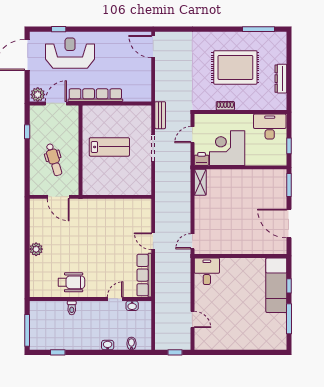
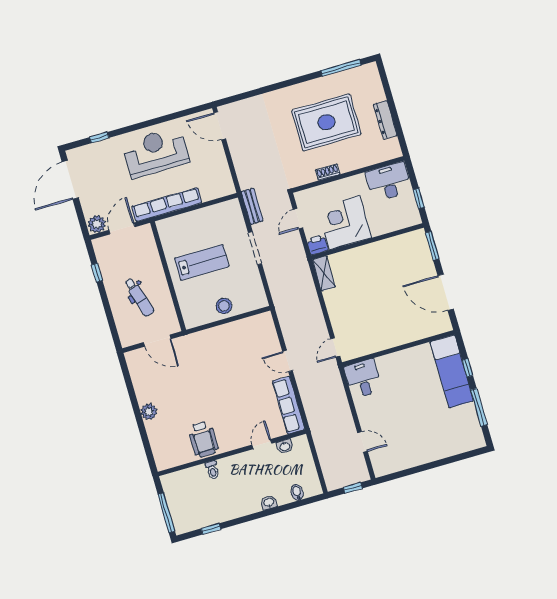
reception desk: (70, 53) -> (156, 152), moved
stool: (117, 185) -> (224, 306), added
wheelchair: (71, 282) -> (203, 439), turned 90

